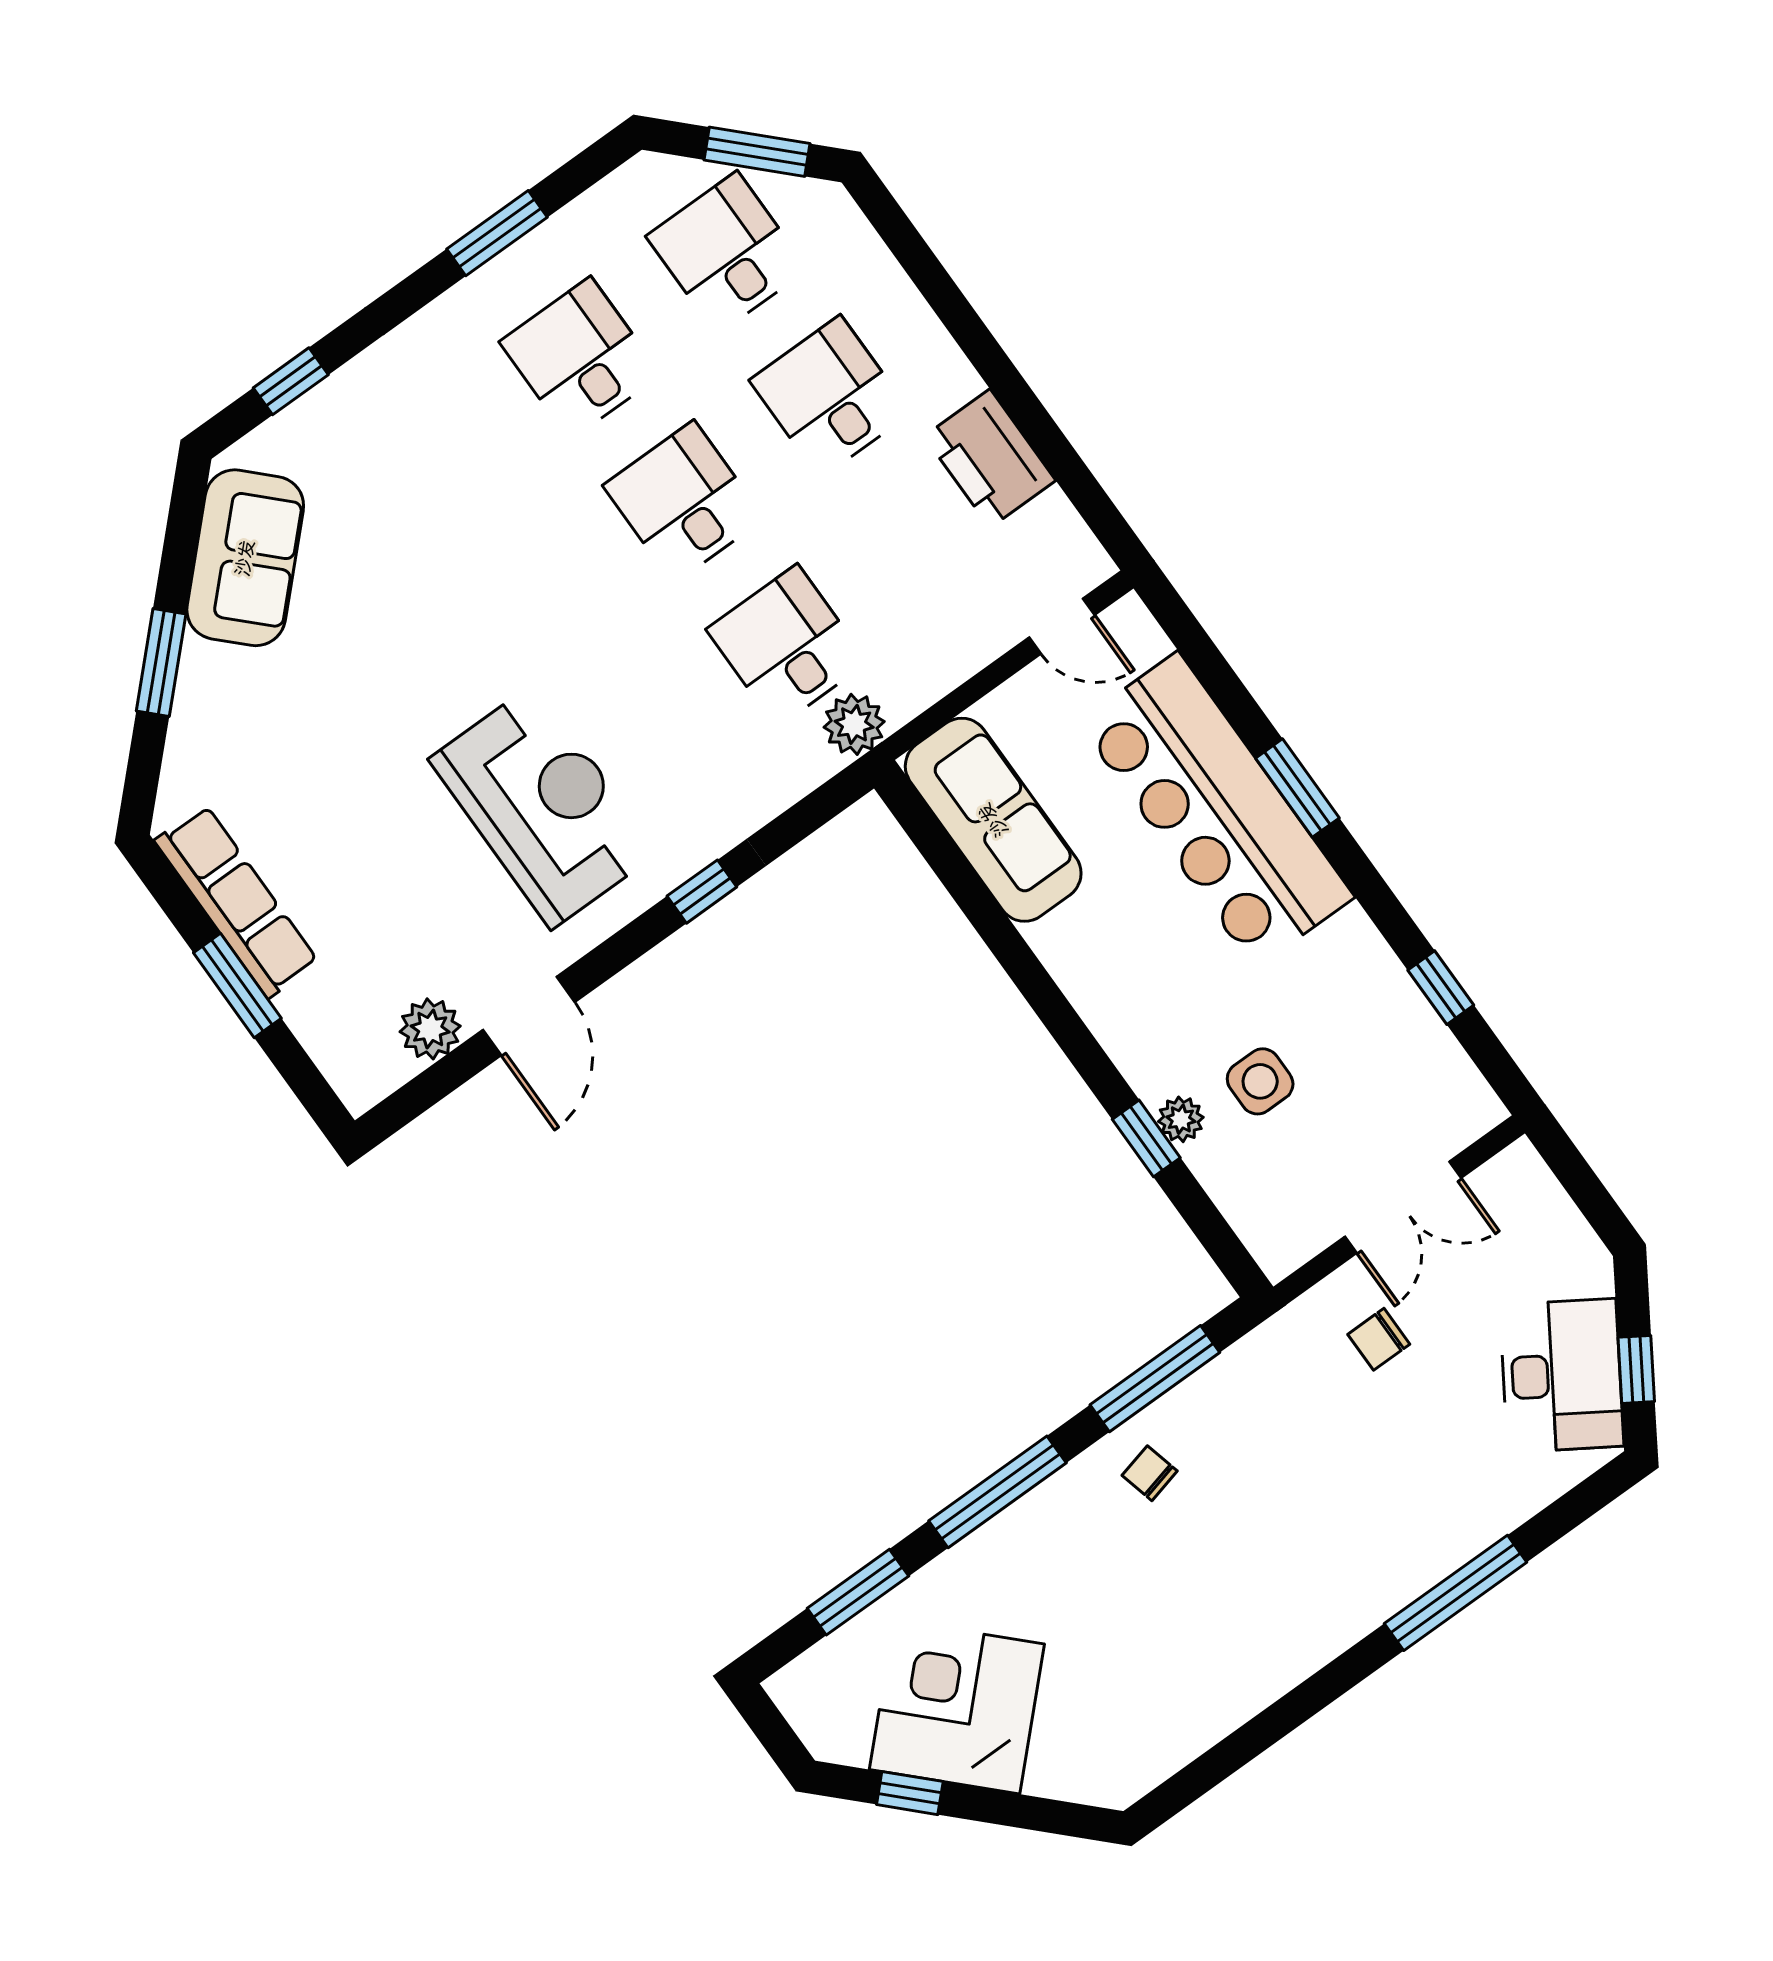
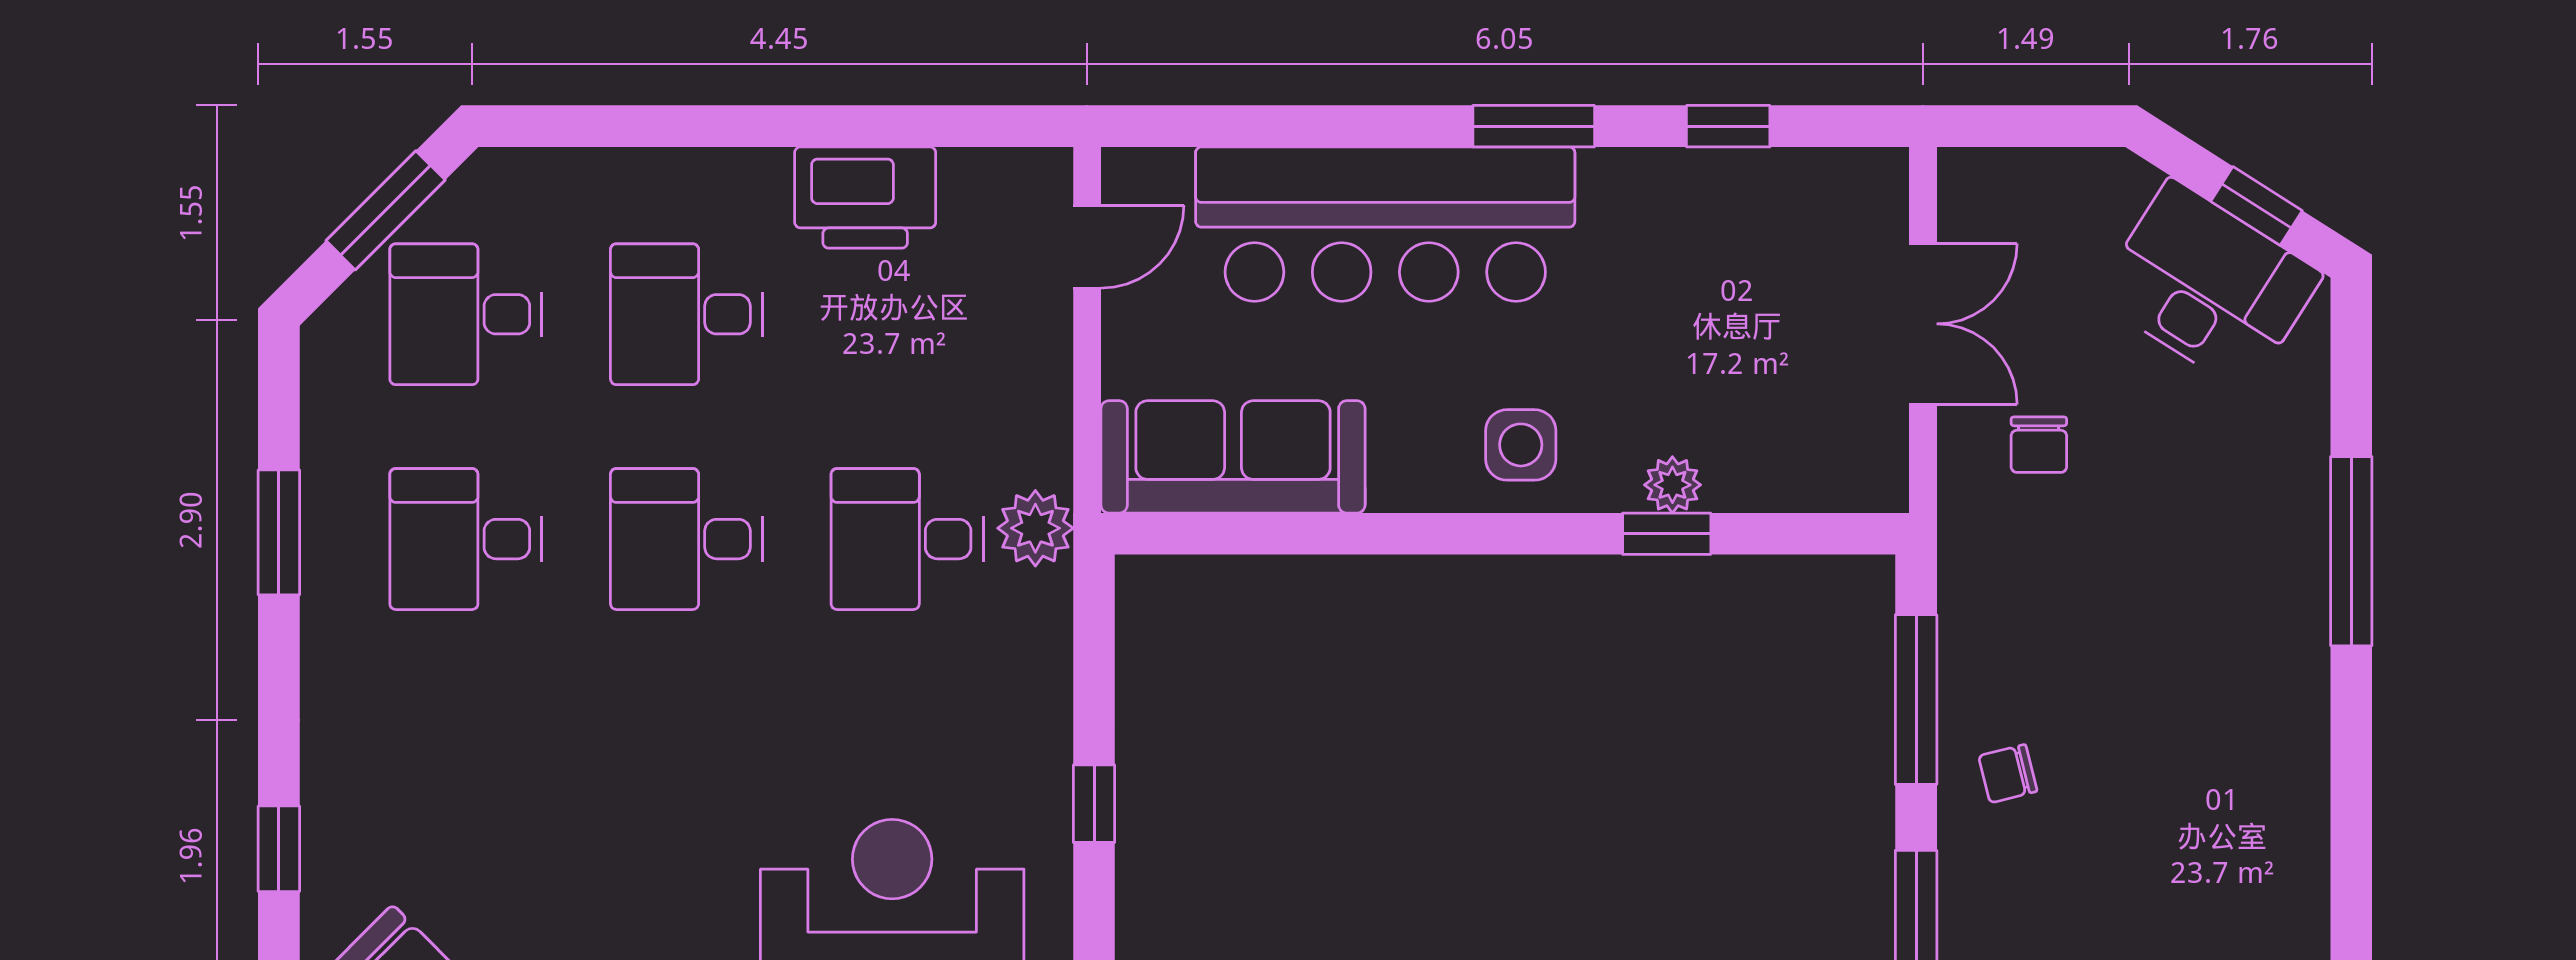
window: (1297, 788) -> (1534, 126), moved
side table: (1260, 1081) -> (1521, 445), moved

